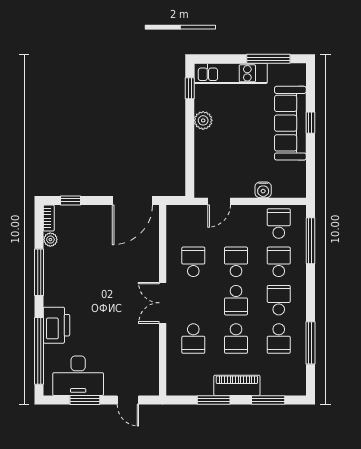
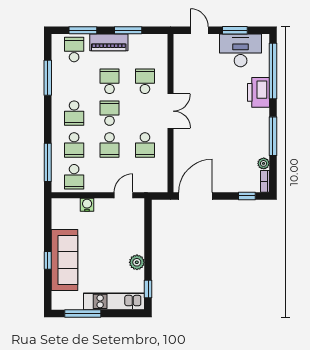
school desk: (279, 339) -> (74, 50), moved

